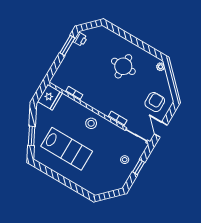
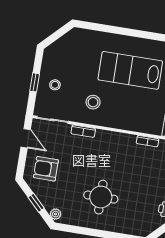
window: (171, 80) -> (36, 203), added
armchair: (155, 102) -> (46, 169), turned 90
stool: (91, 123) -> (93, 102), moved

